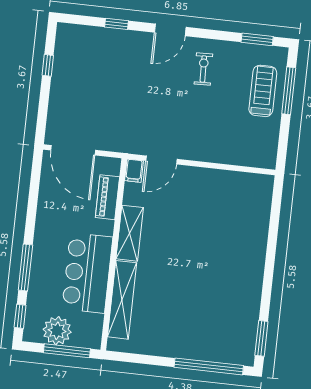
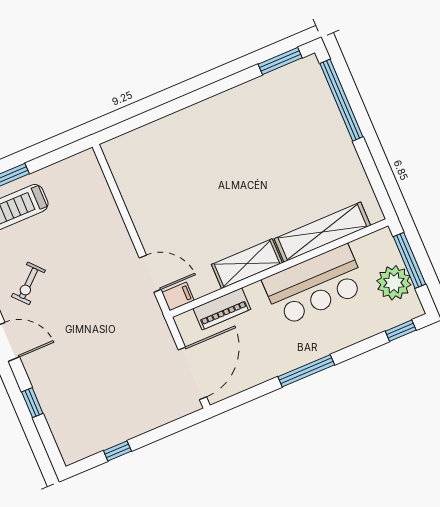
exercise bike: (203, 69) -> (28, 283), turned -40
window: (25, 268) -> (306, 371), moved

